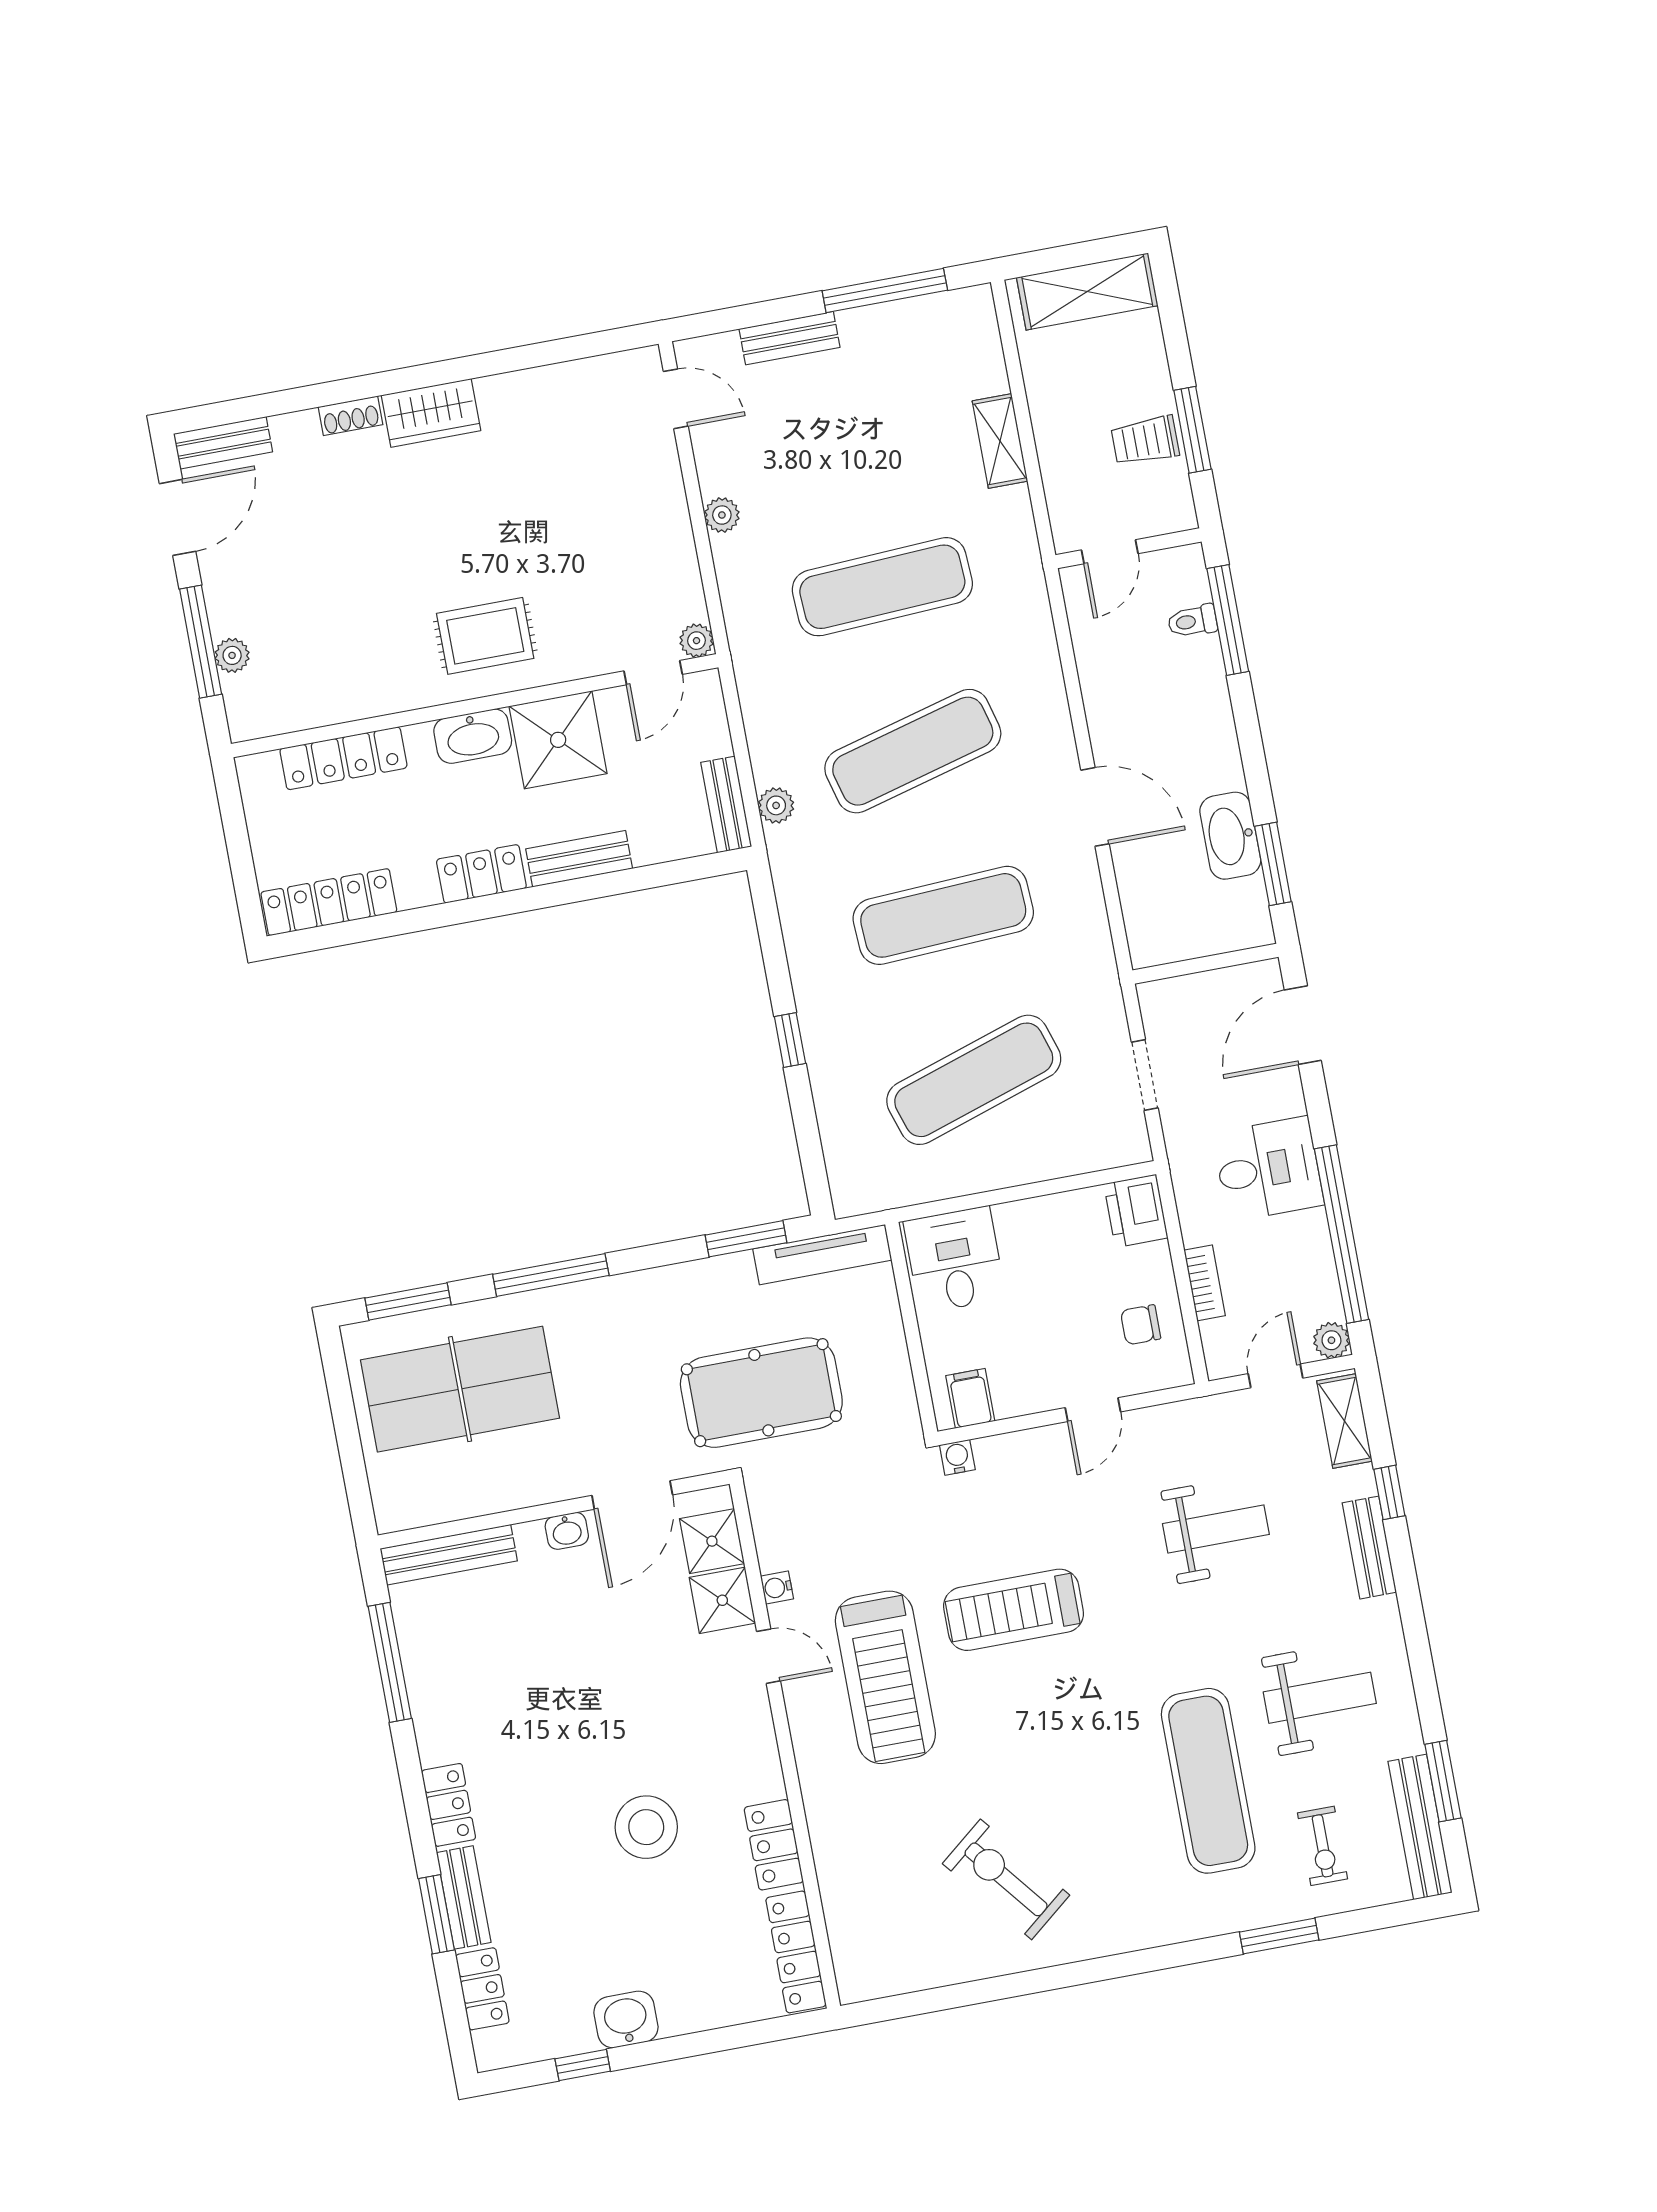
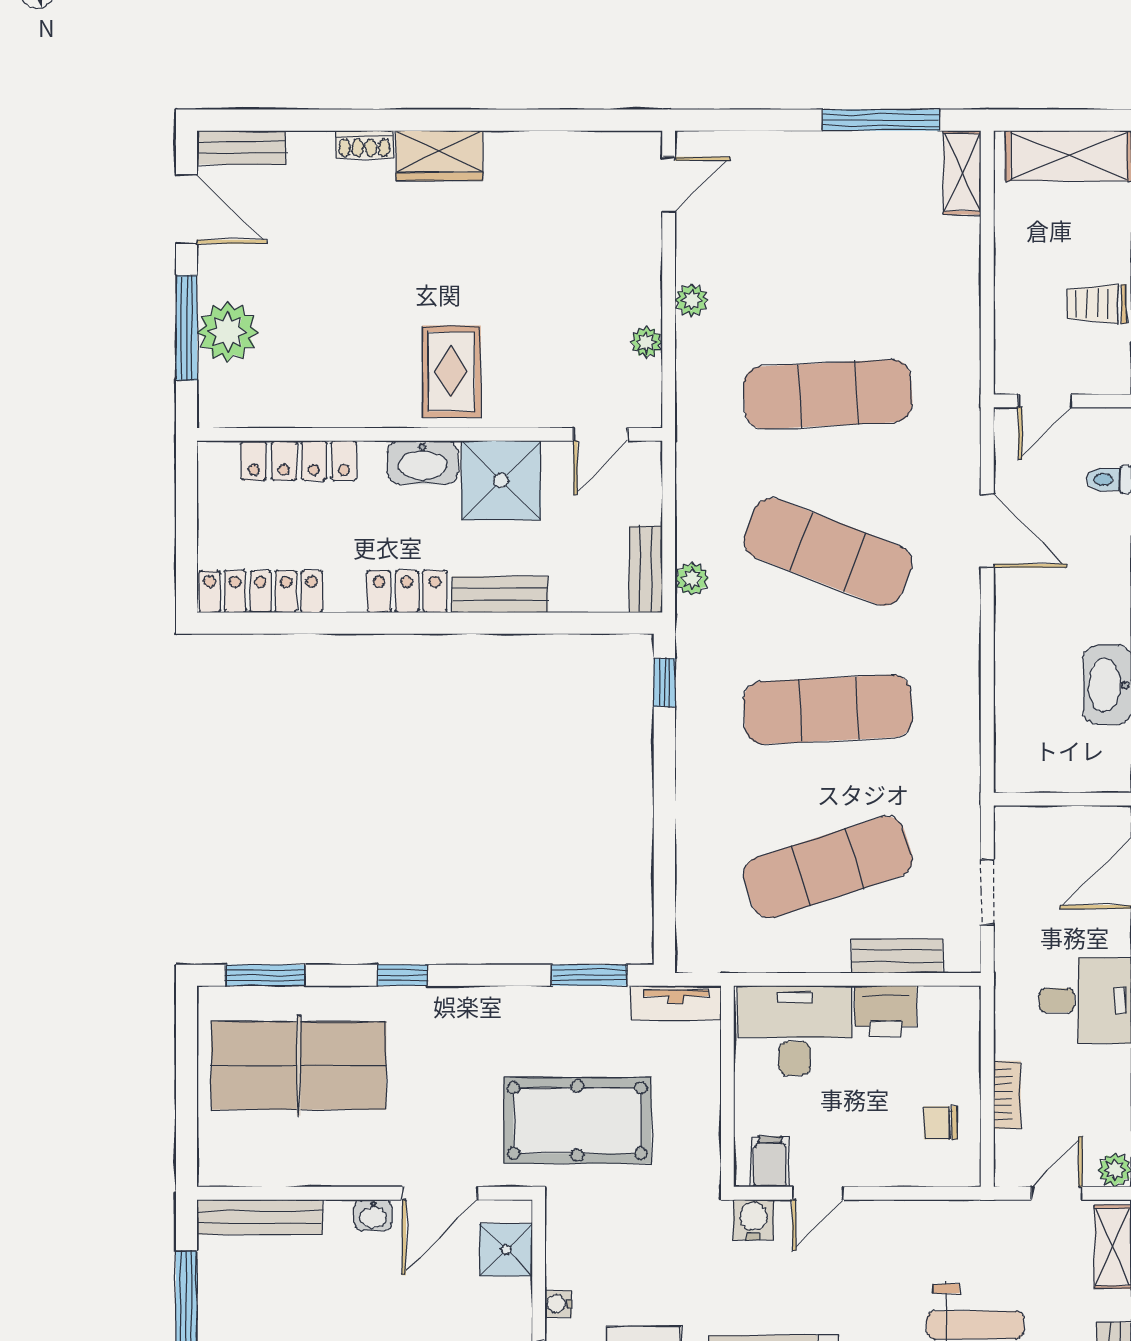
bench: (789, 338) -> (897, 956), moved
door: (676, 399) -> (669, 185), hinge flipped
shelving: (1000, 441) -> (962, 172), moved
door: (178, 517) -> (187, 209), hinge flipped
rug: (485, 636) -> (451, 372), turned 90
plant: (697, 641) -> (646, 342), moved
plant: (232, 655) -> (228, 332), width x1.88, depth x1.88
exercise mat: (913, 751) -> (828, 552), turned 36
door: (1095, 807) -> (987, 531), moved
window: (790, 1040) -> (664, 682), moved
printer: (1136, 1211) -> (886, 1011), moved, turned -90
tv unit: (822, 1255) -> (676, 1003), width x0.71
desk: (955, 1260) -> (795, 1031), width x1.37
window: (551, 1275) -> (402, 975), width x0.46
door: (1093, 1410) -> (818, 1193), moved
water cooler: (957, 1457) -> (753, 1220), width x1.38, depth x1.38
shower: (722, 1600) -> (505, 1306), removed

